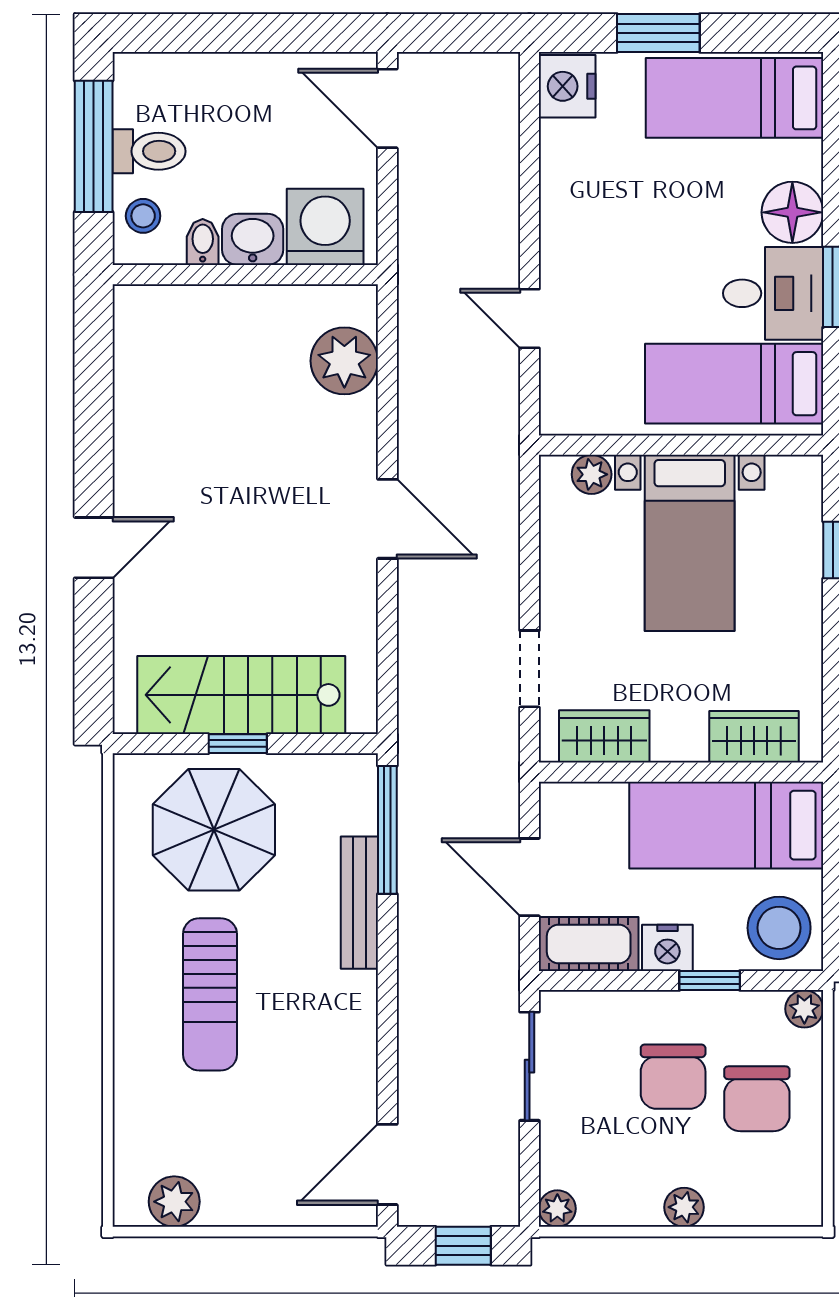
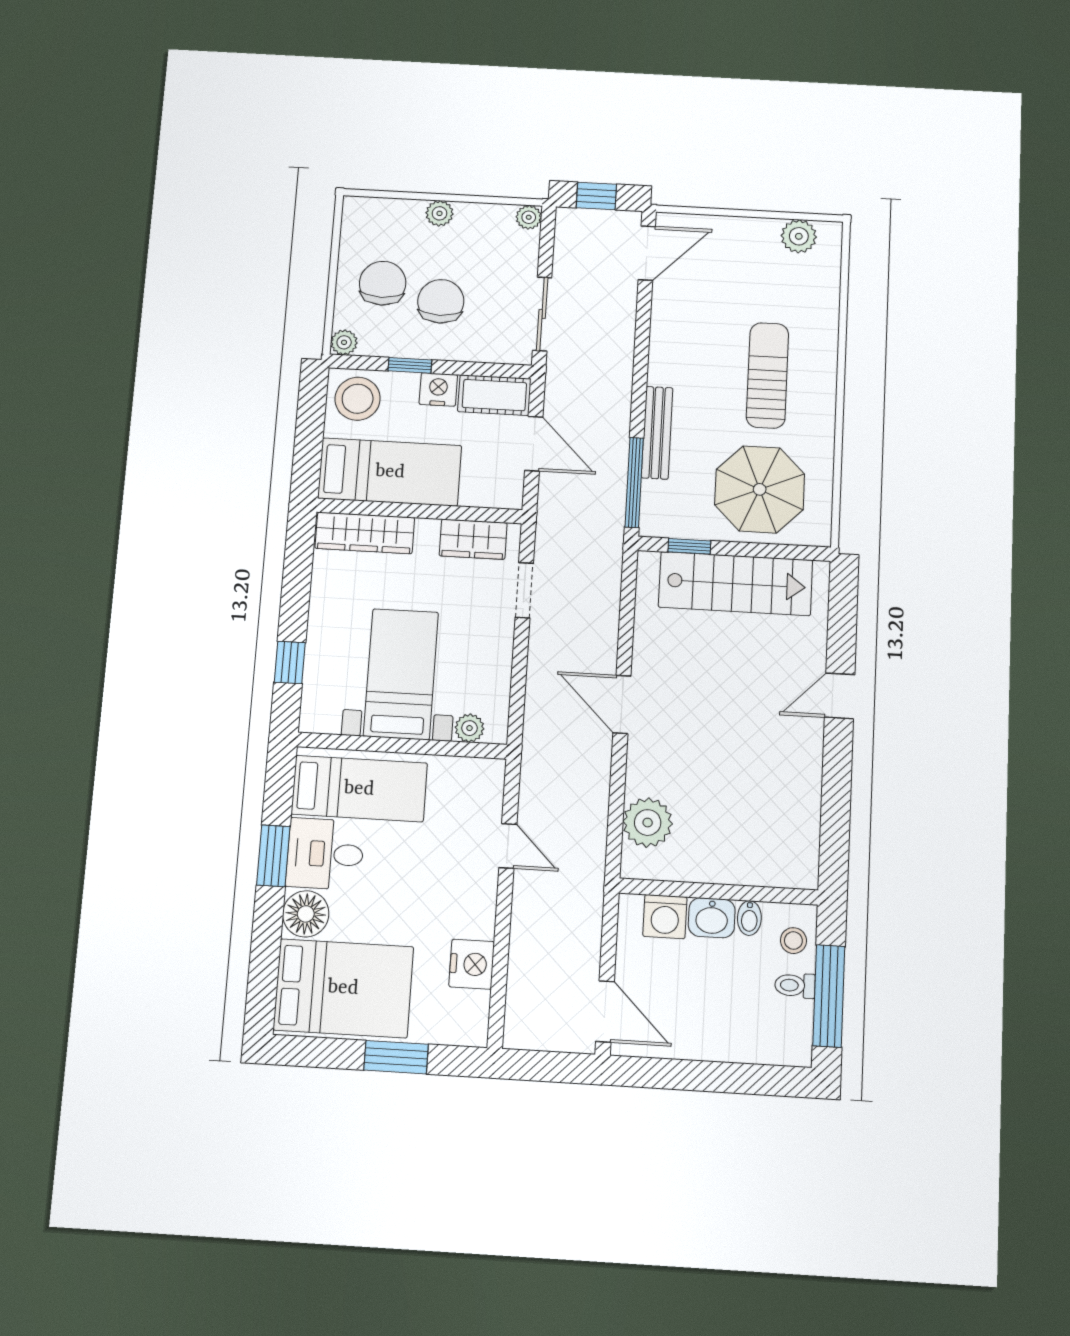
nightstand: (567, 86) -> (472, 964), moved
bed: (735, 98) -> (343, 988), width x1.50
toilet: (149, 151) -> (795, 985), width x0.73, depth x0.72
washing machine: (325, 227) -> (665, 917), width x0.73, depth x0.73
wardrobe: (754, 737) -> (365, 533), width x1.50
window: (238, 744) -> (689, 546), moved

